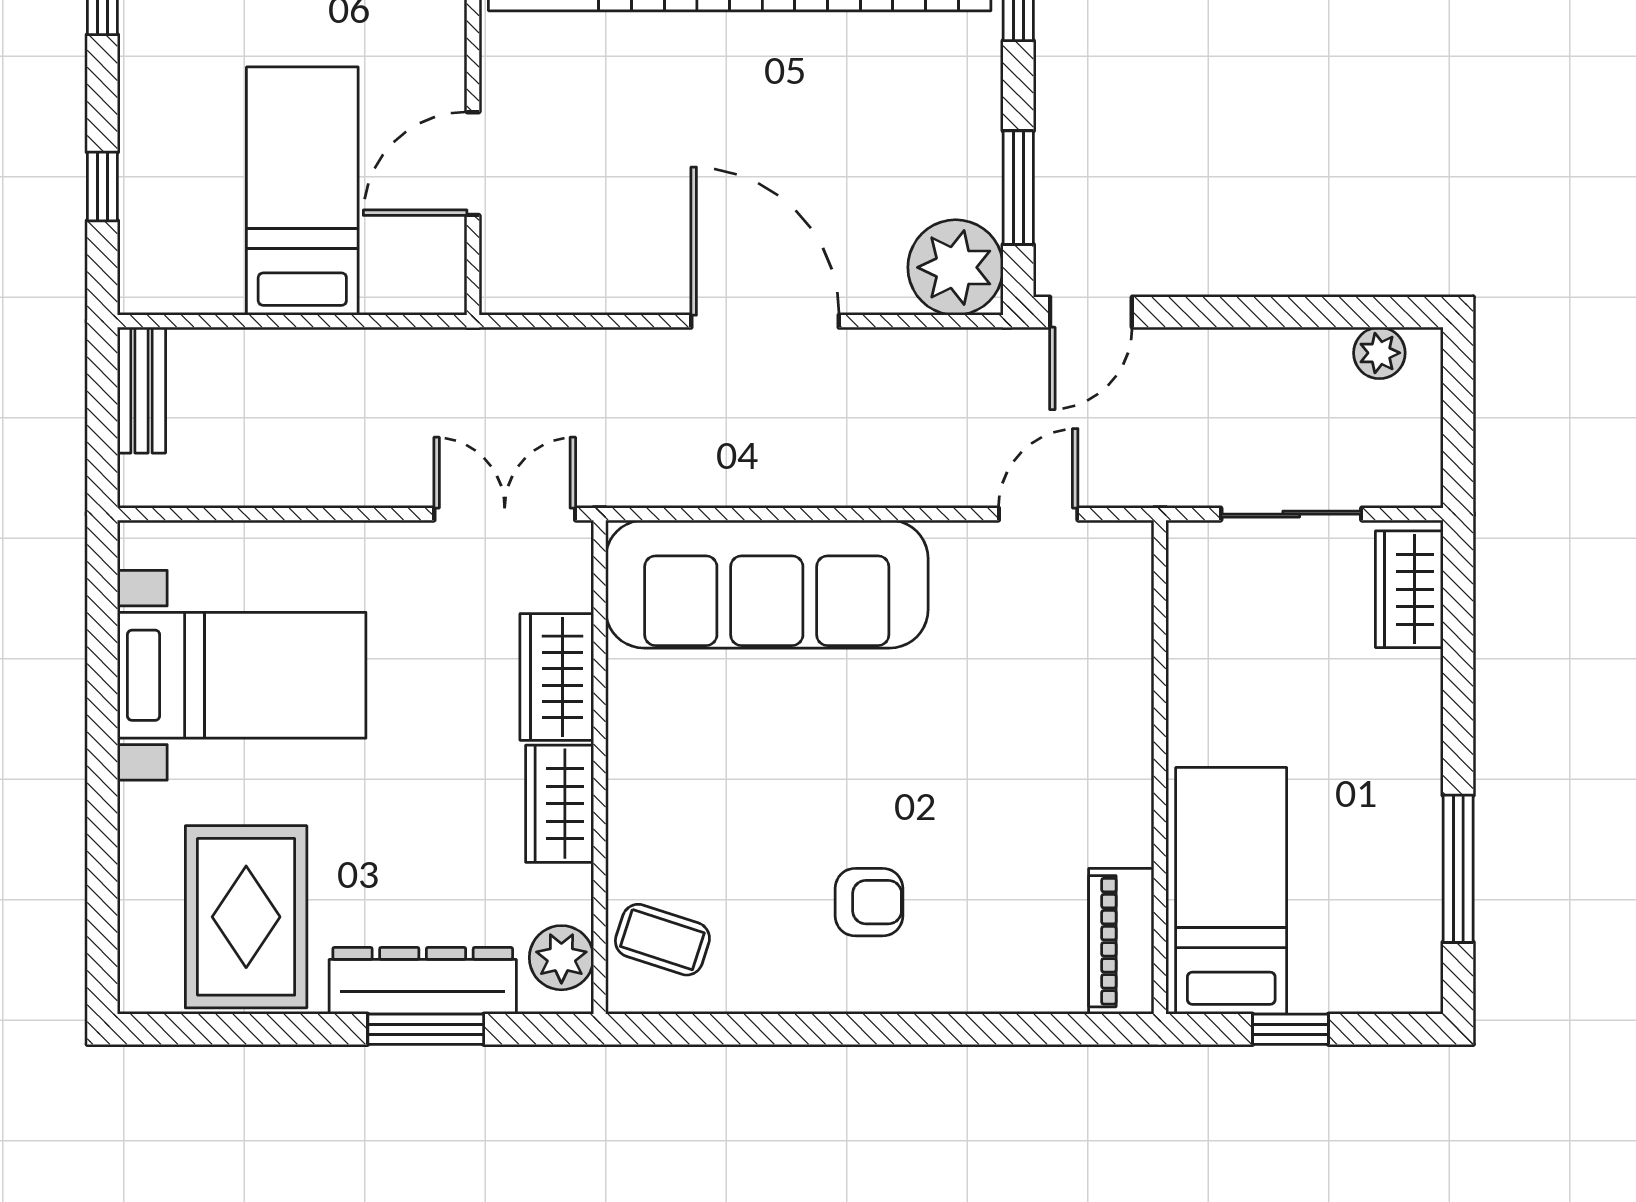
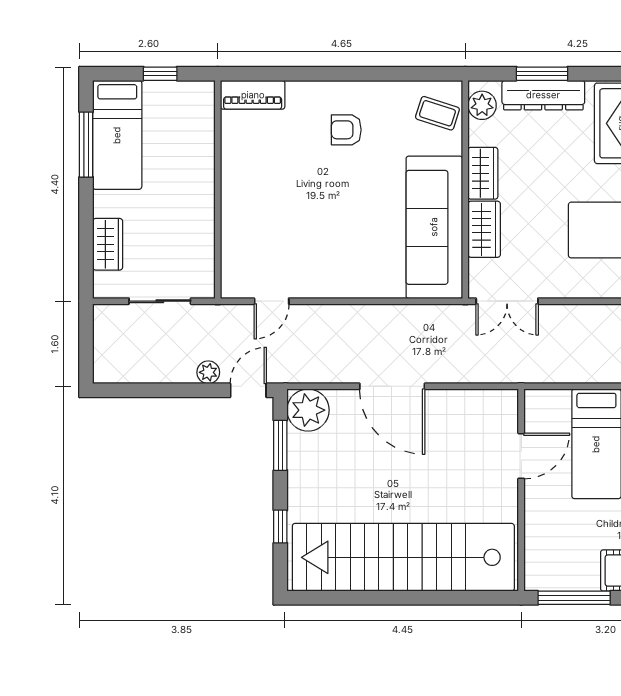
plant: (1379, 353) -> (208, 372), moved
sofa: (767, 584) -> (434, 227), moved, turned -90
wardrobe: (1409, 589) -> (108, 244), moved
bed: (1231, 891) -> (117, 135), moved
piano: (1121, 941) -> (253, 95), moved, turned 90

